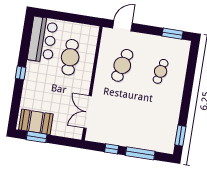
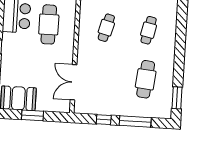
cafe table: (122, 65) -> (106, 28), width x0.73, depth x0.74
cafe table: (154, 116) -> (146, 79), added
window: (37, 137) -> (32, 115), moved

